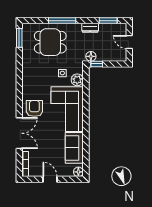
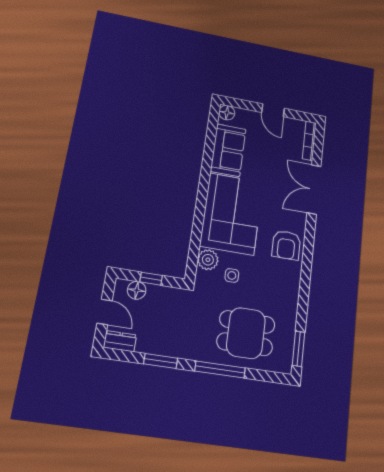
window: (108, 21) -> (161, 361), moved
dresser: (90, 28) -> (120, 341), moved
floor lamp: (91, 56) -> (137, 290), moved
window: (97, 64) -> (151, 279), moved
armchair: (34, 108) -> (286, 245), moved

